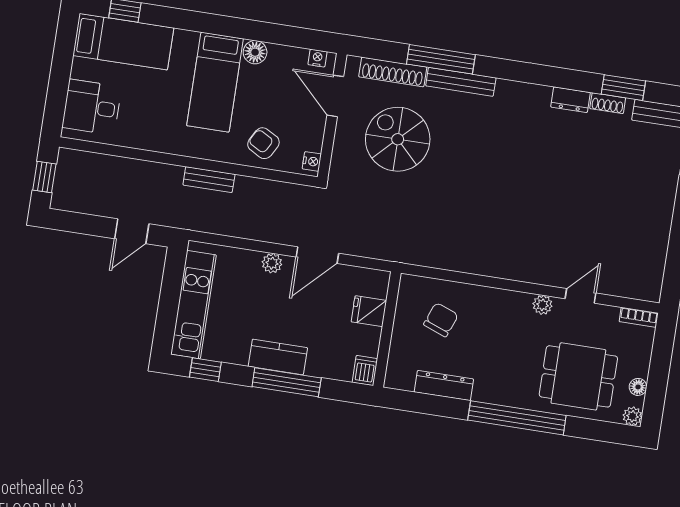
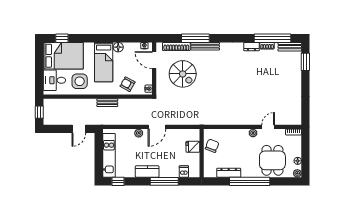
bed: (123, 42) -> (63, 56), width x1.50
window: (623, 88) -> (273, 38), width x2.11
side table: (151, 119) -> (80, 81), added
spiral stairs: (398, 139) -> (183, 74), turned 180
fridge: (369, 311) -> (193, 147), moved
wall: (387, 329) -> (202, 153), moved
dining table: (578, 376) -> (272, 160), turned 90
window: (287, 382) -> (164, 181), moved
dresser: (444, 386) -> (229, 173), moved

